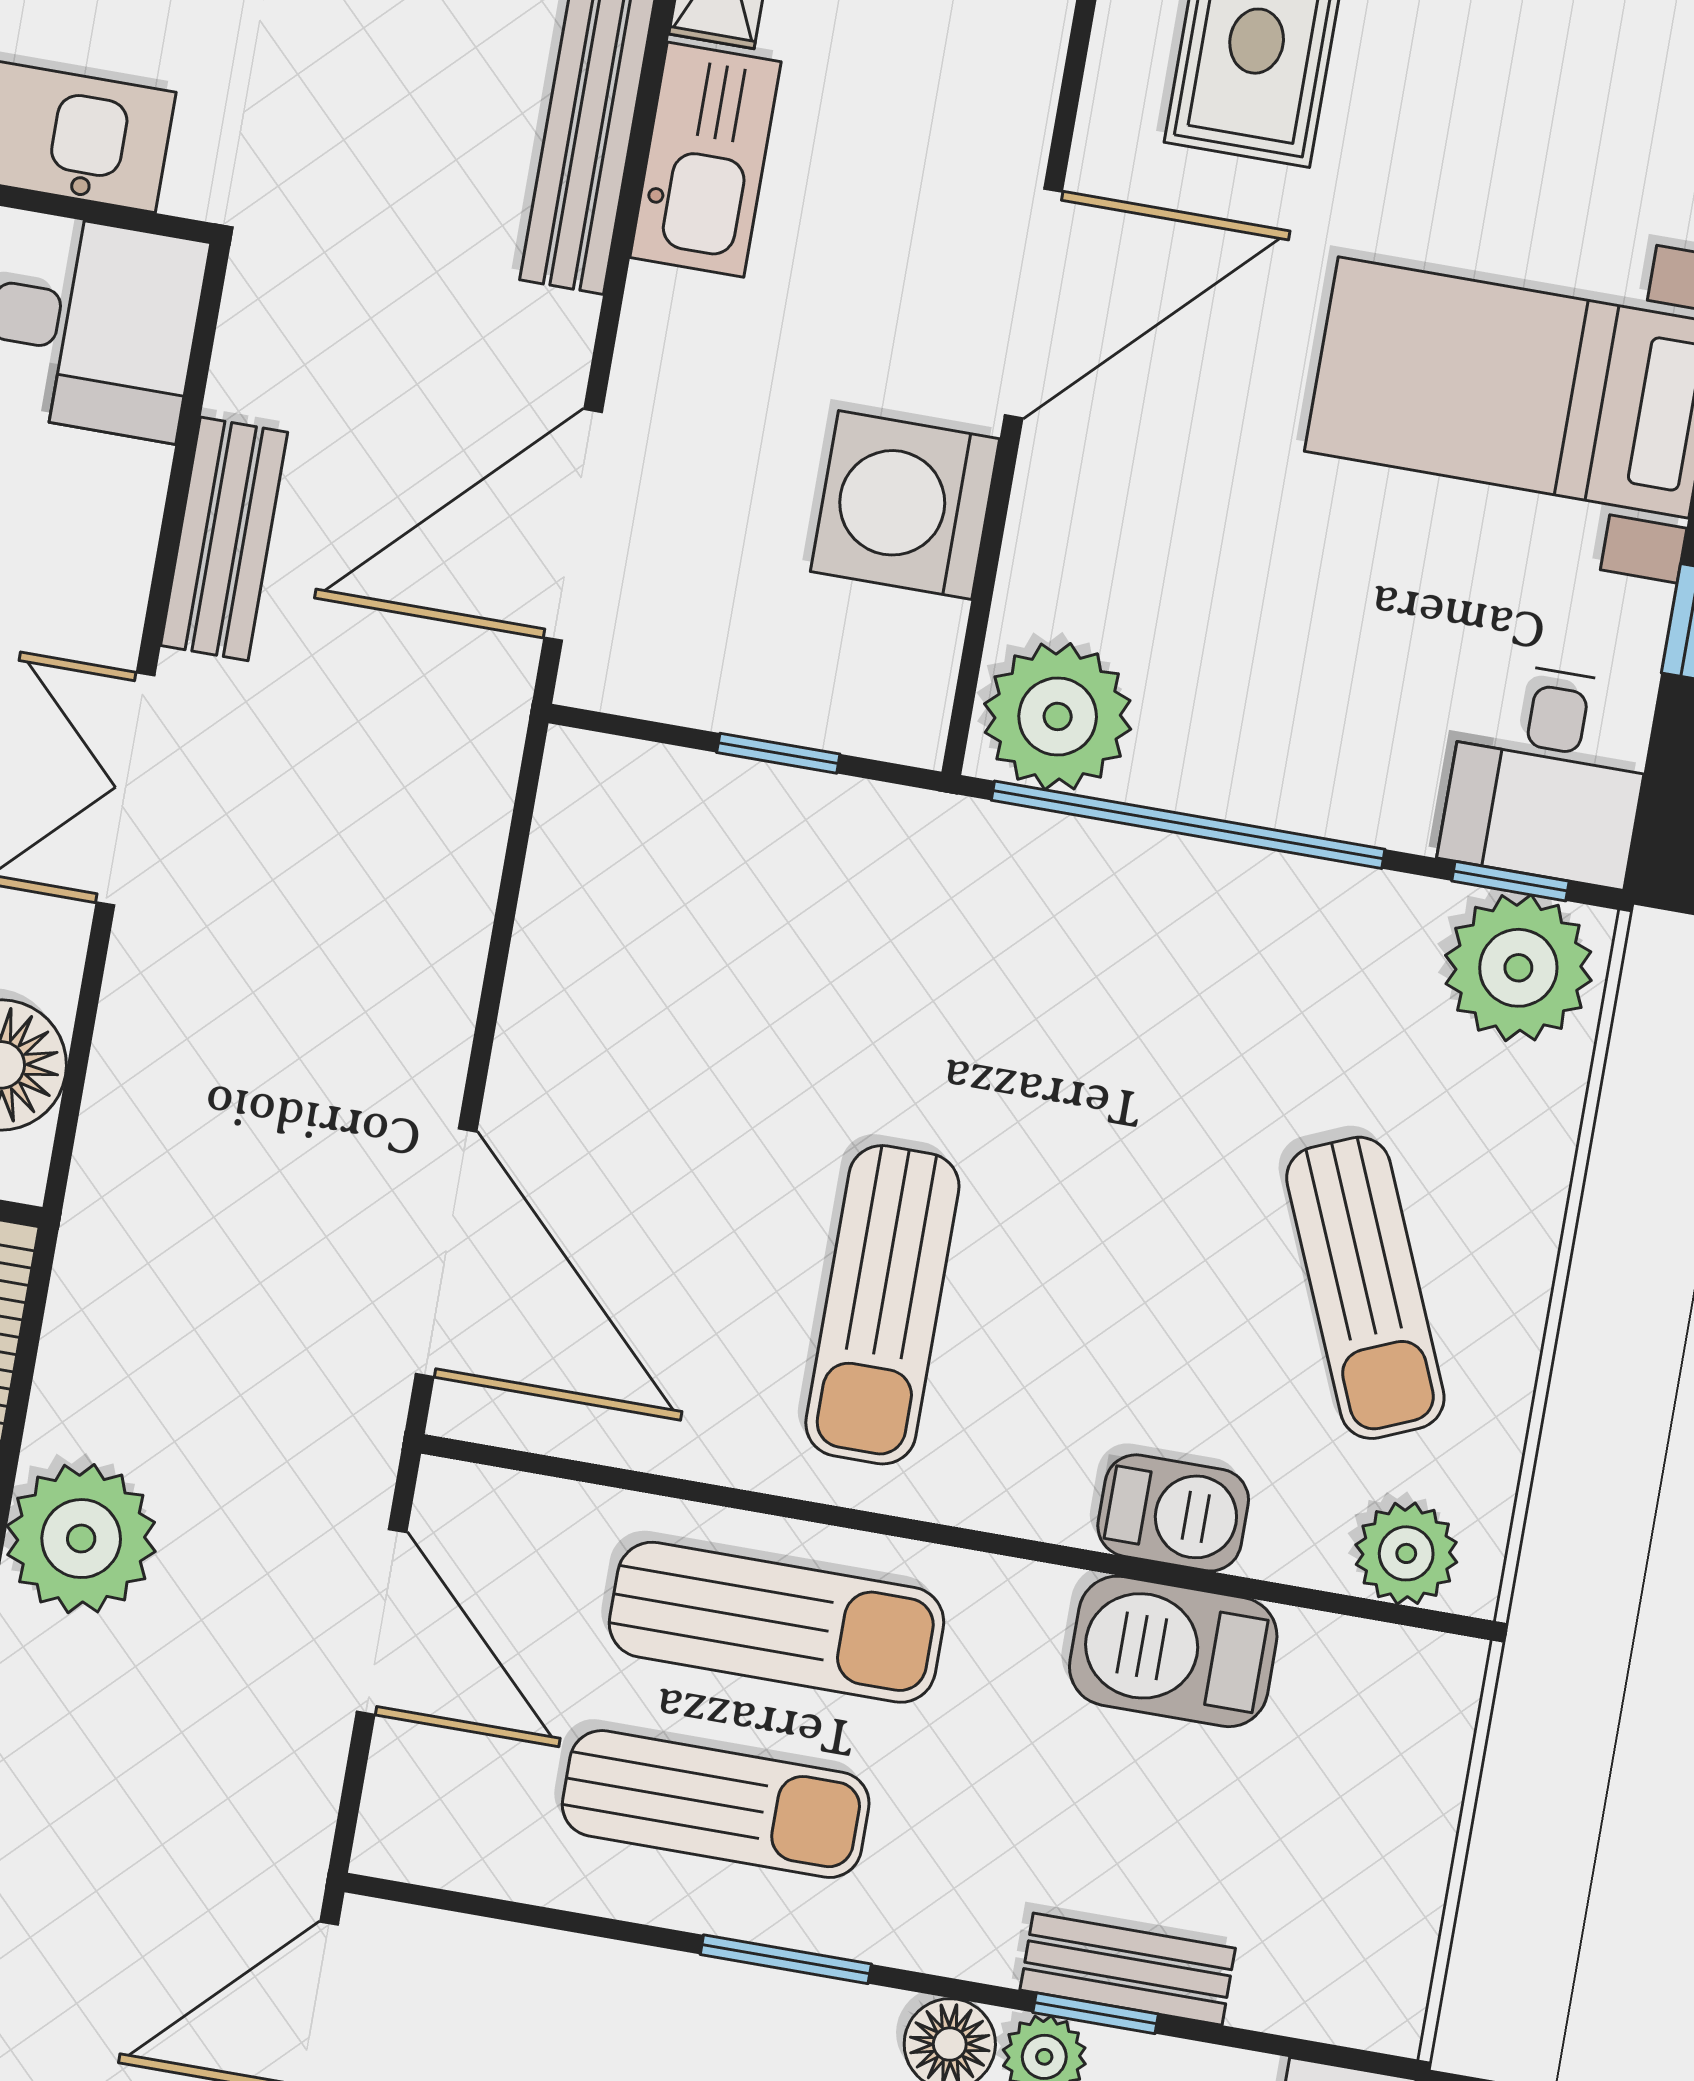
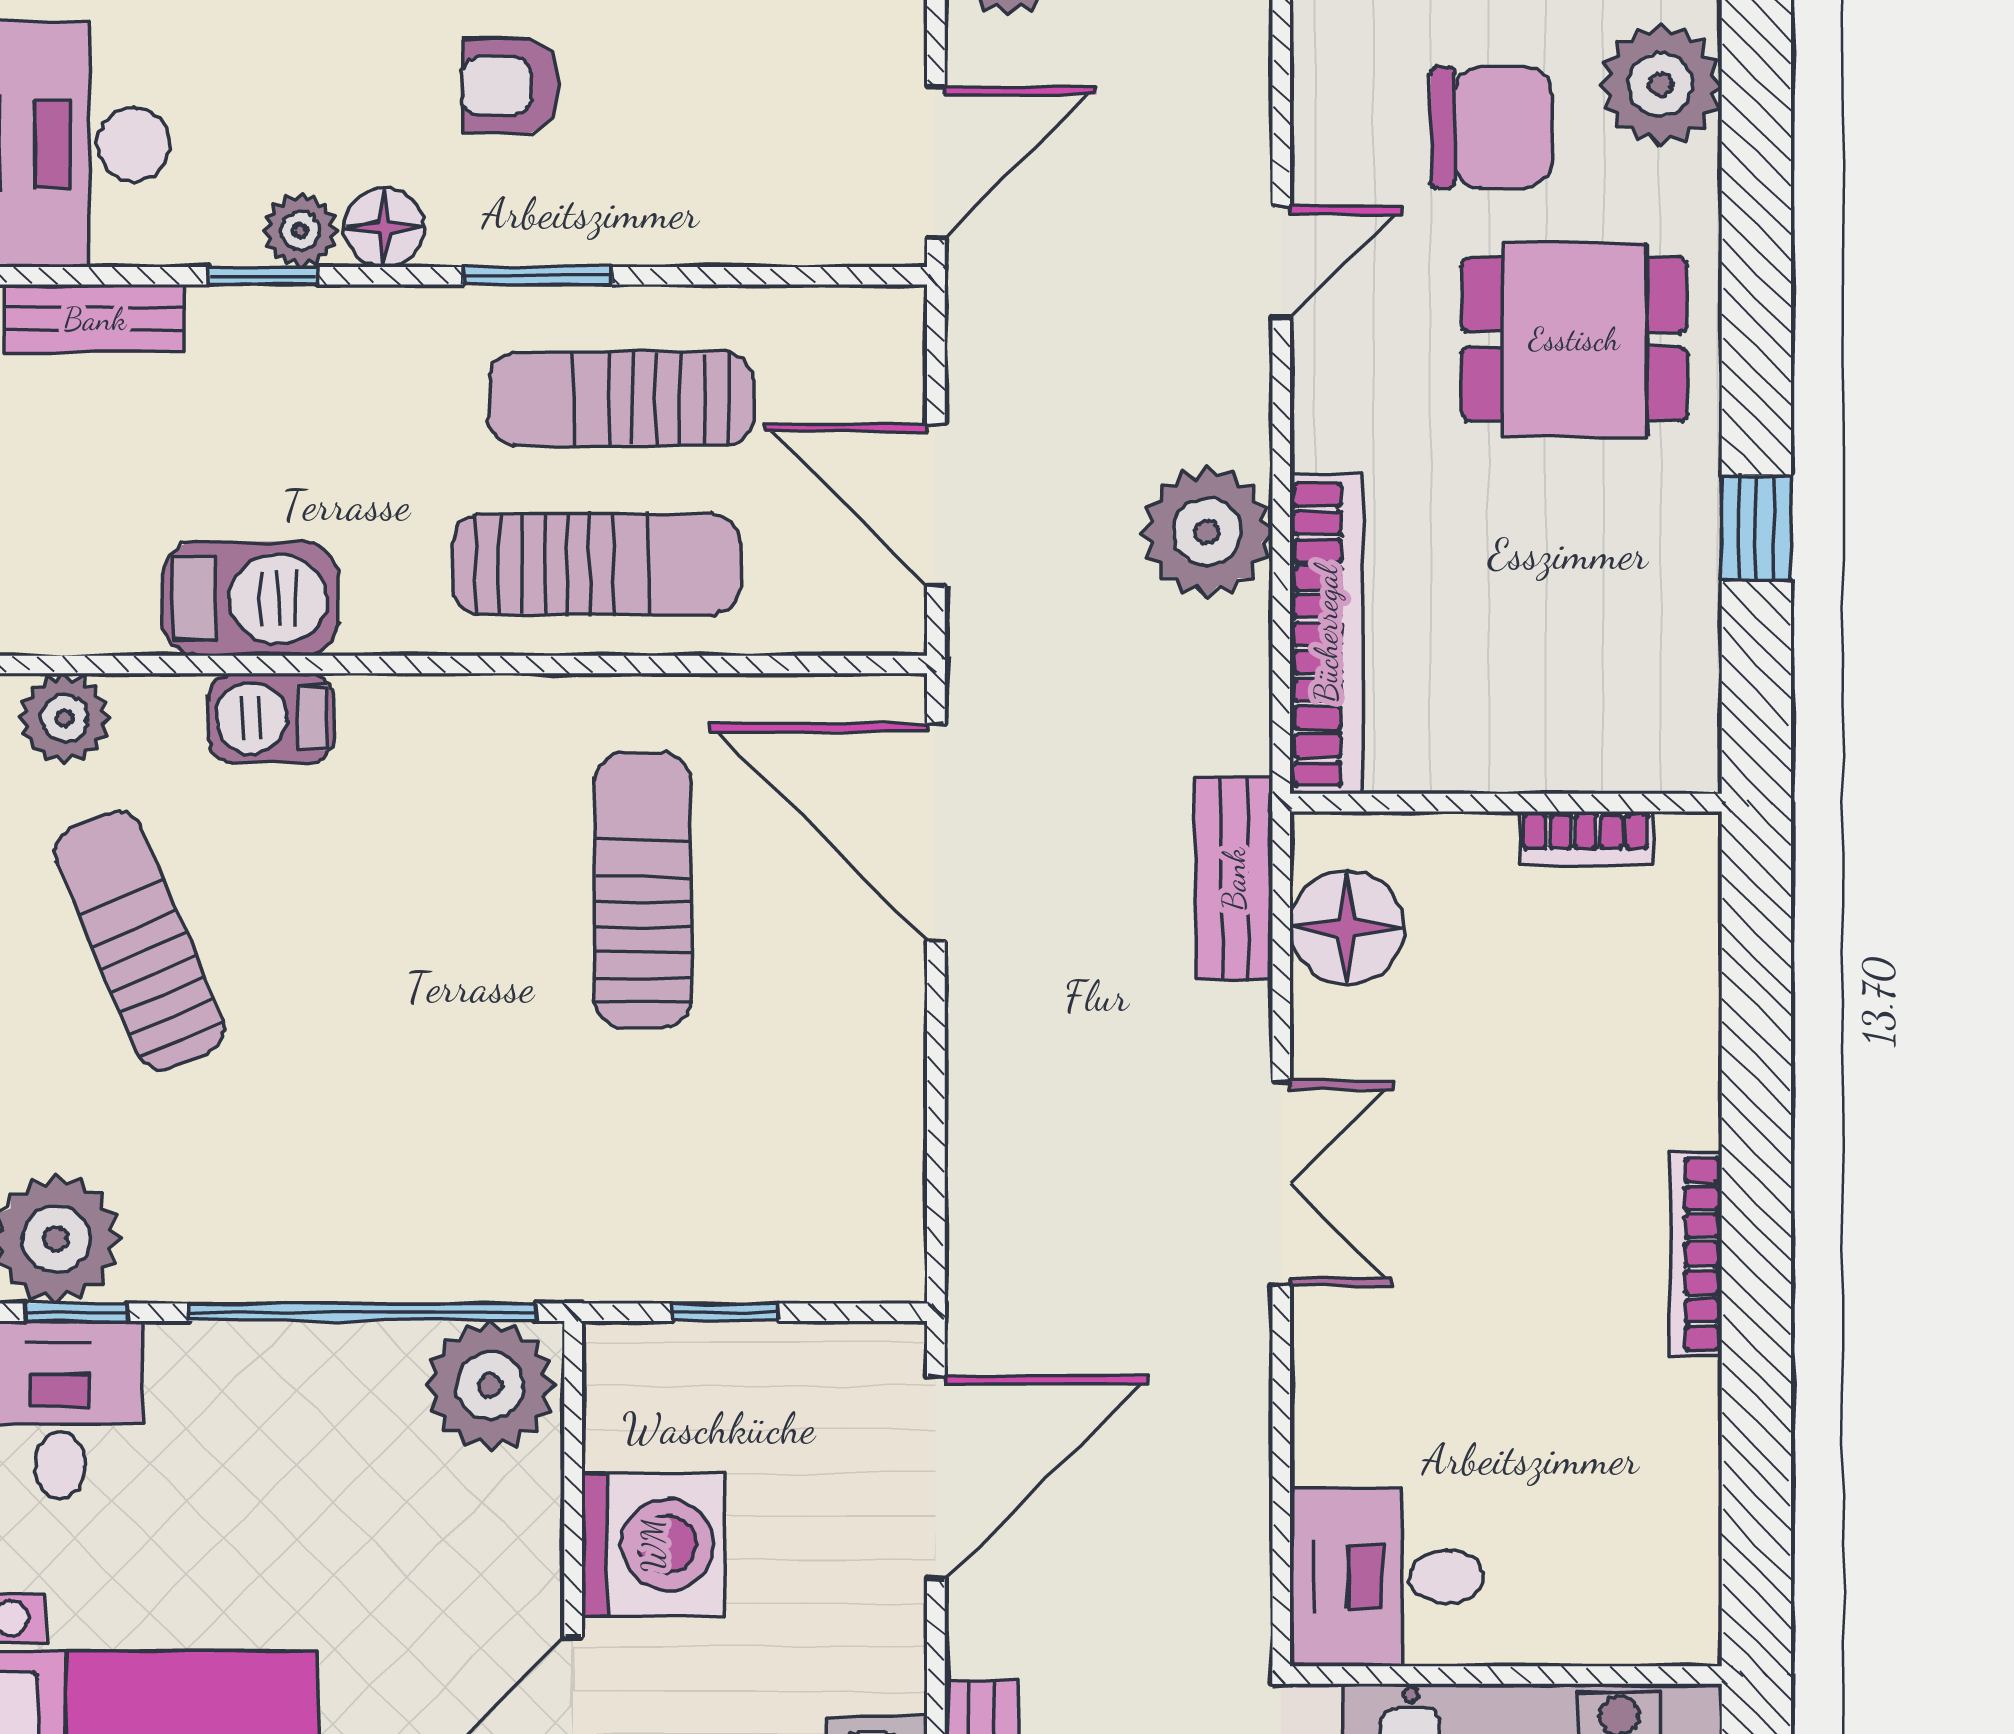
bench: (224, 539) -> (1234, 879), moved
sun lounger: (882, 1305) -> (643, 890), moved
sun lounger: (776, 1622) -> (596, 564), turned 180
bench: (1128, 1969) -> (95, 319), moved

